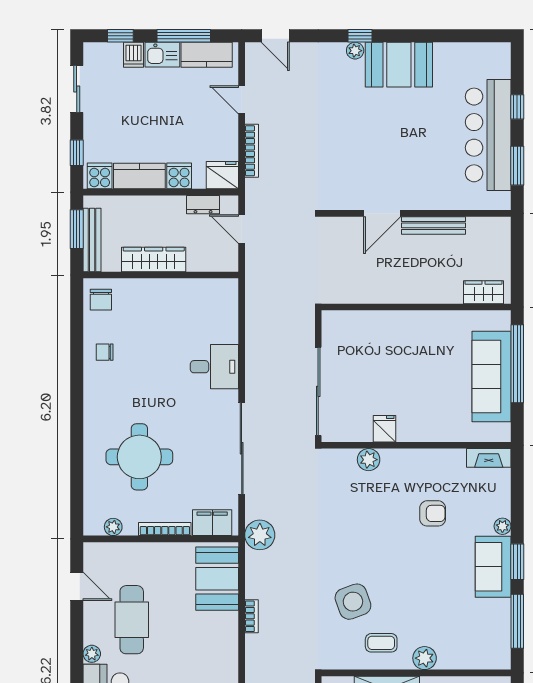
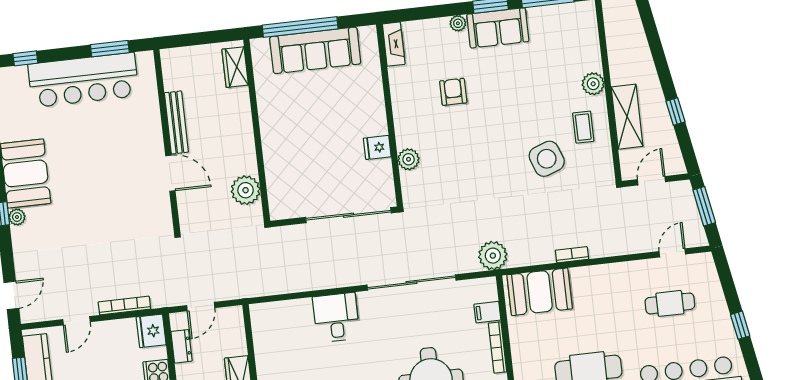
window: (517, 107) -> (25, 58), moved
plant: (356, 289) -> (246, 190), added
filing cabinet: (212, 523) -> (487, 312), width x0.50

